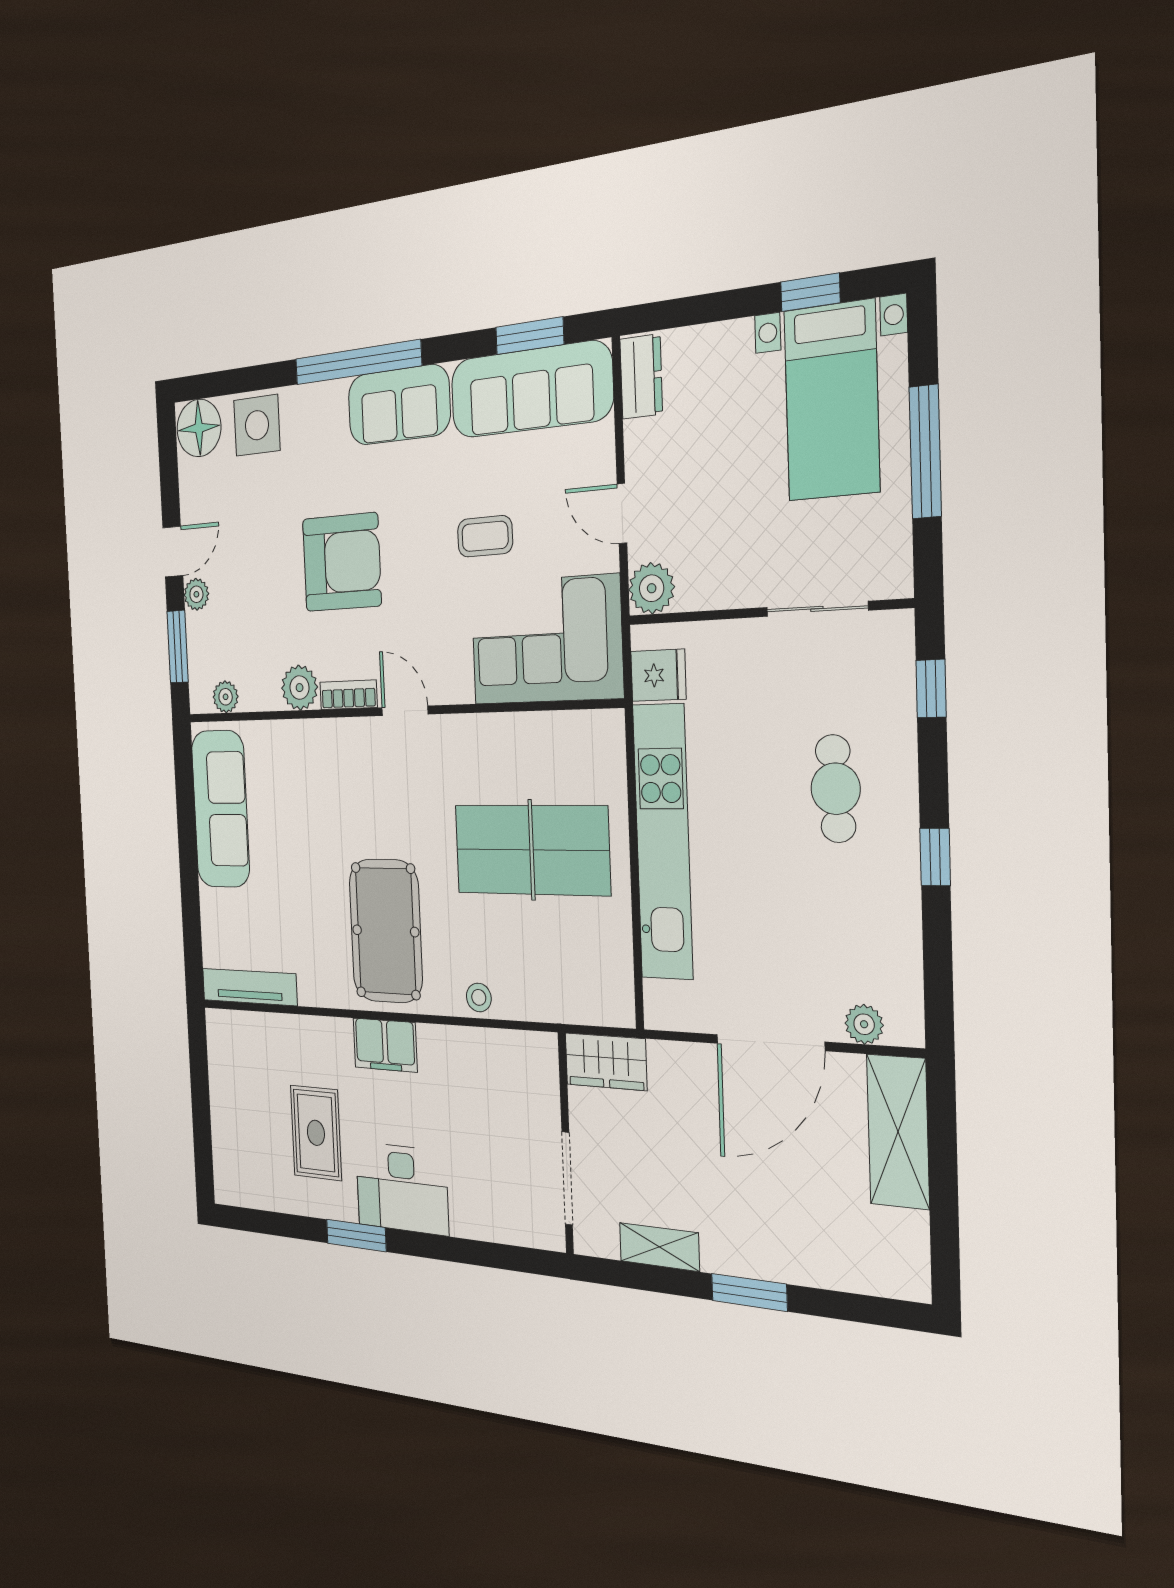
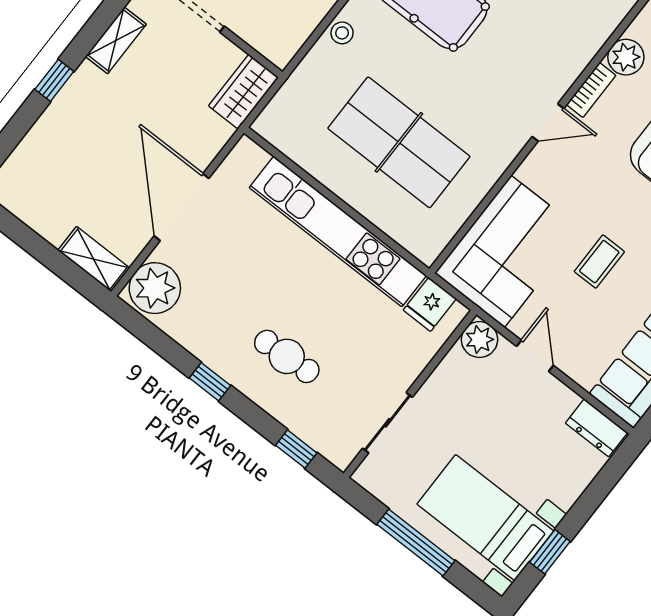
door: (622, 513) -> (535, 356), hinge flipped
table tennis table: (532, 850) -> (399, 142), turned 90
plant: (864, 1024) -> (155, 288), width x1.88, depth x1.88
shelving: (898, 1132) -> (94, 259), width x0.67, depth x0.75
window: (749, 1292) -> (54, 80), width x0.67

